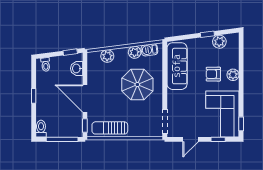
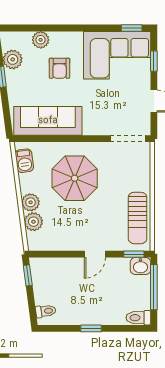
plant: (135, 52) -> (31, 202), moved
washbasin: (77, 68) -> (140, 266), moved
plant: (233, 75) -> (41, 40), moved
door: (85, 98) -> (95, 254), width x0.53

